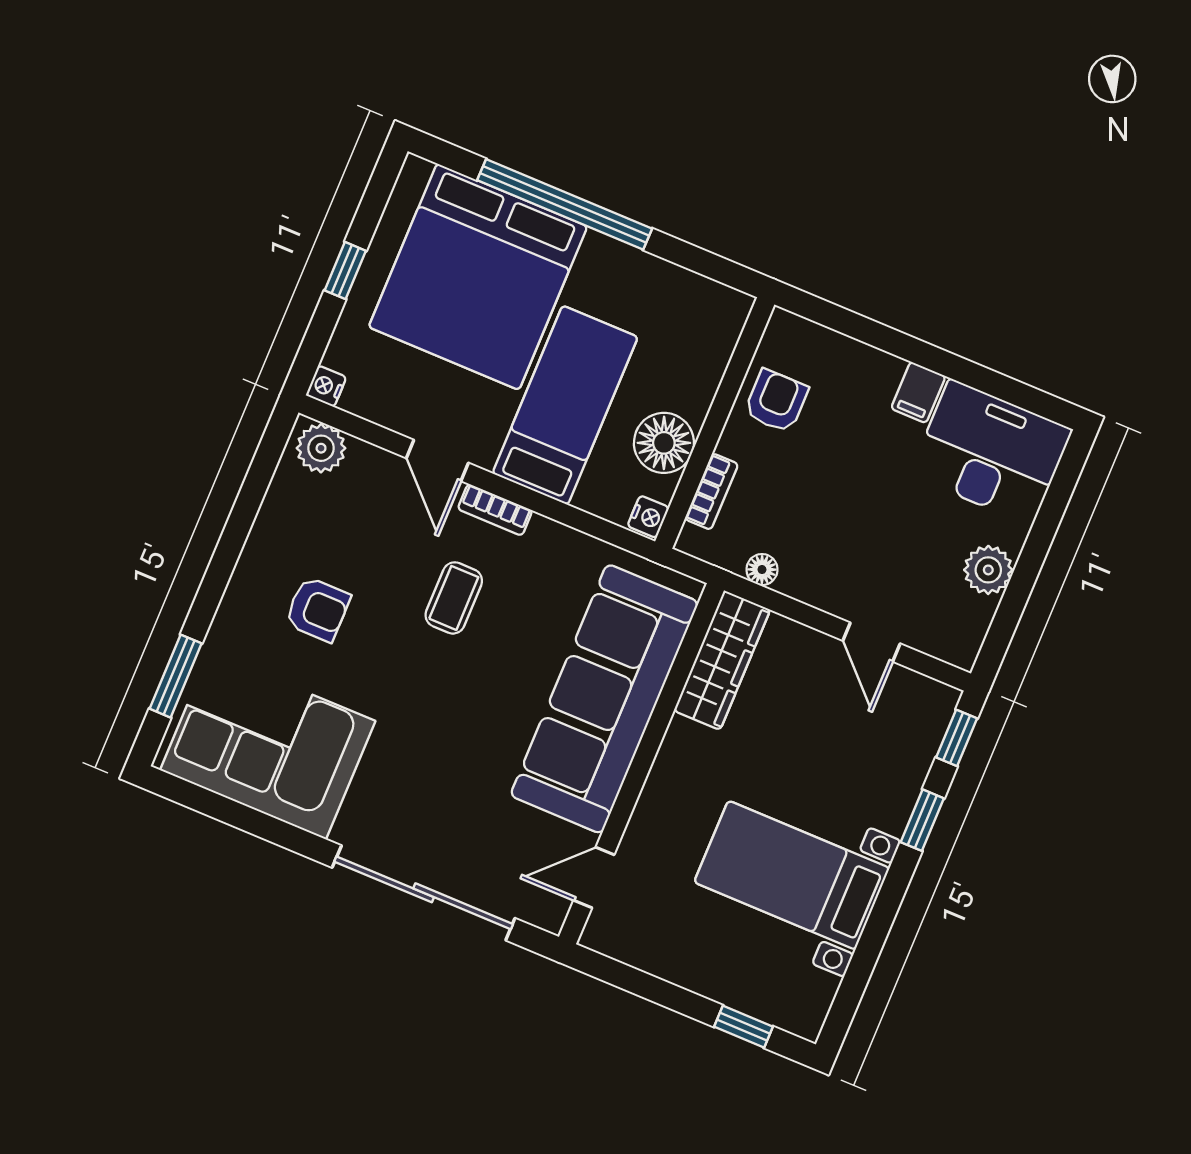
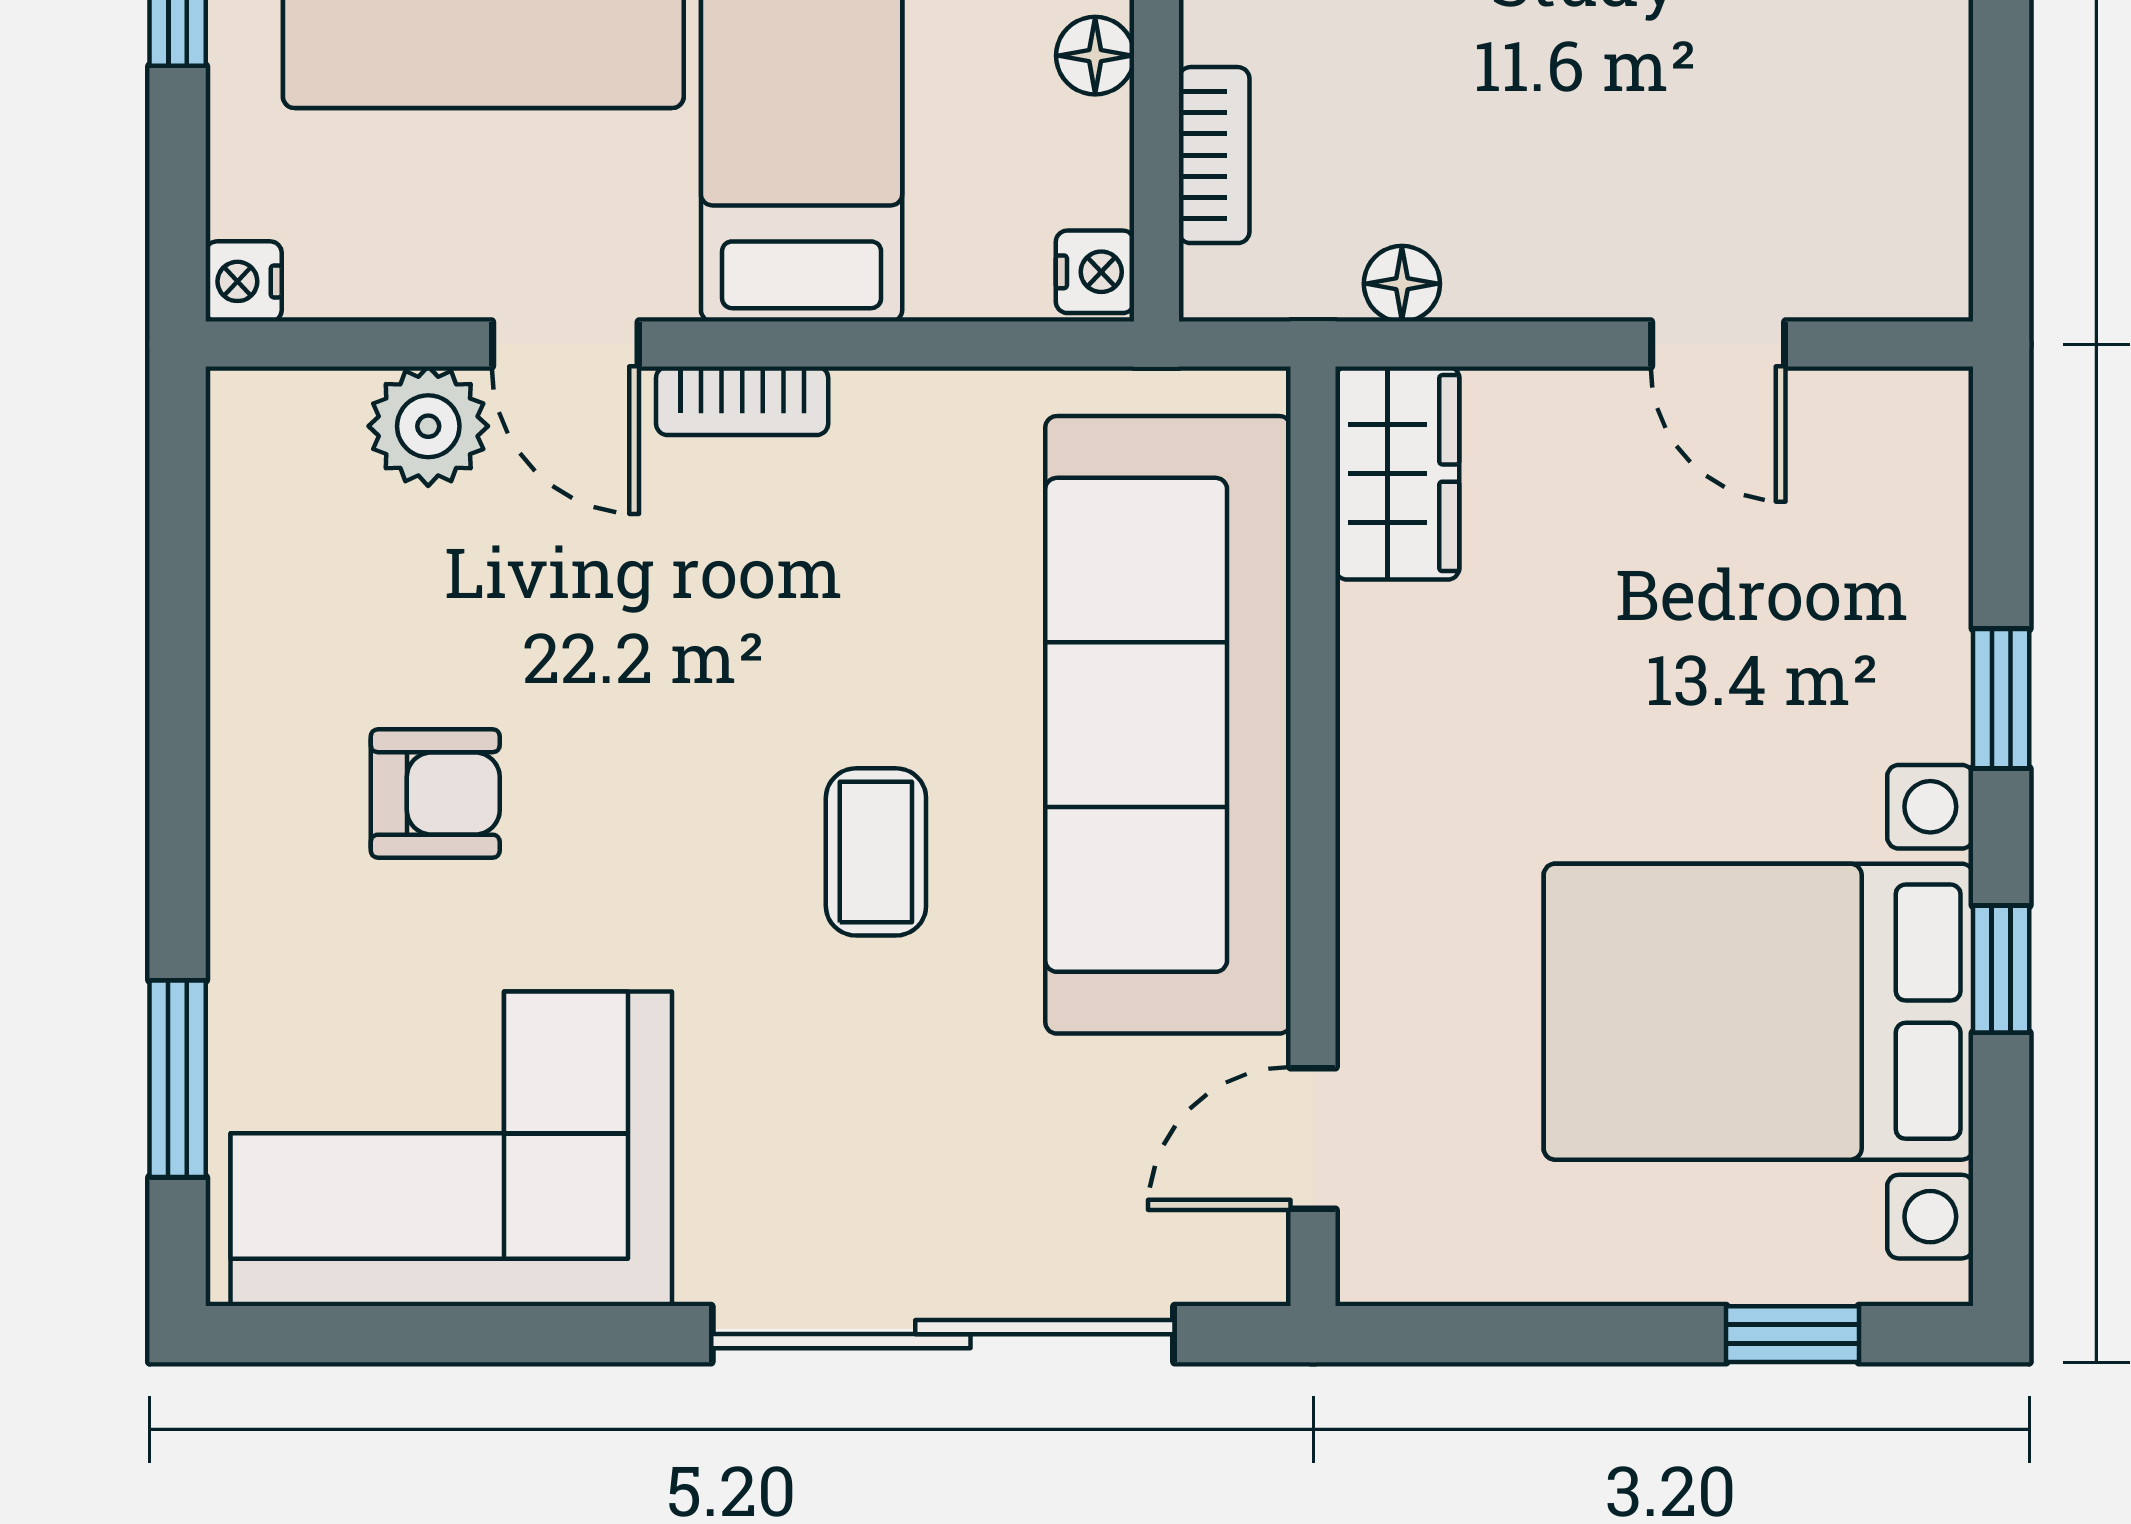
floor lamp: (664, 443) -> (1095, 56), width x0.53, depth x0.53
plant: (321, 448) -> (428, 426), moved
plant: (988, 570) -> (1914, 71), removed
coffee table: (454, 598) -> (876, 852), moved
wardrobe: (722, 660) -> (1397, 473), width x0.67
window: (957, 738) -> (2001, 969), moved
bed with nightstands: (792, 875) -> (1759, 1012), width x1.36

